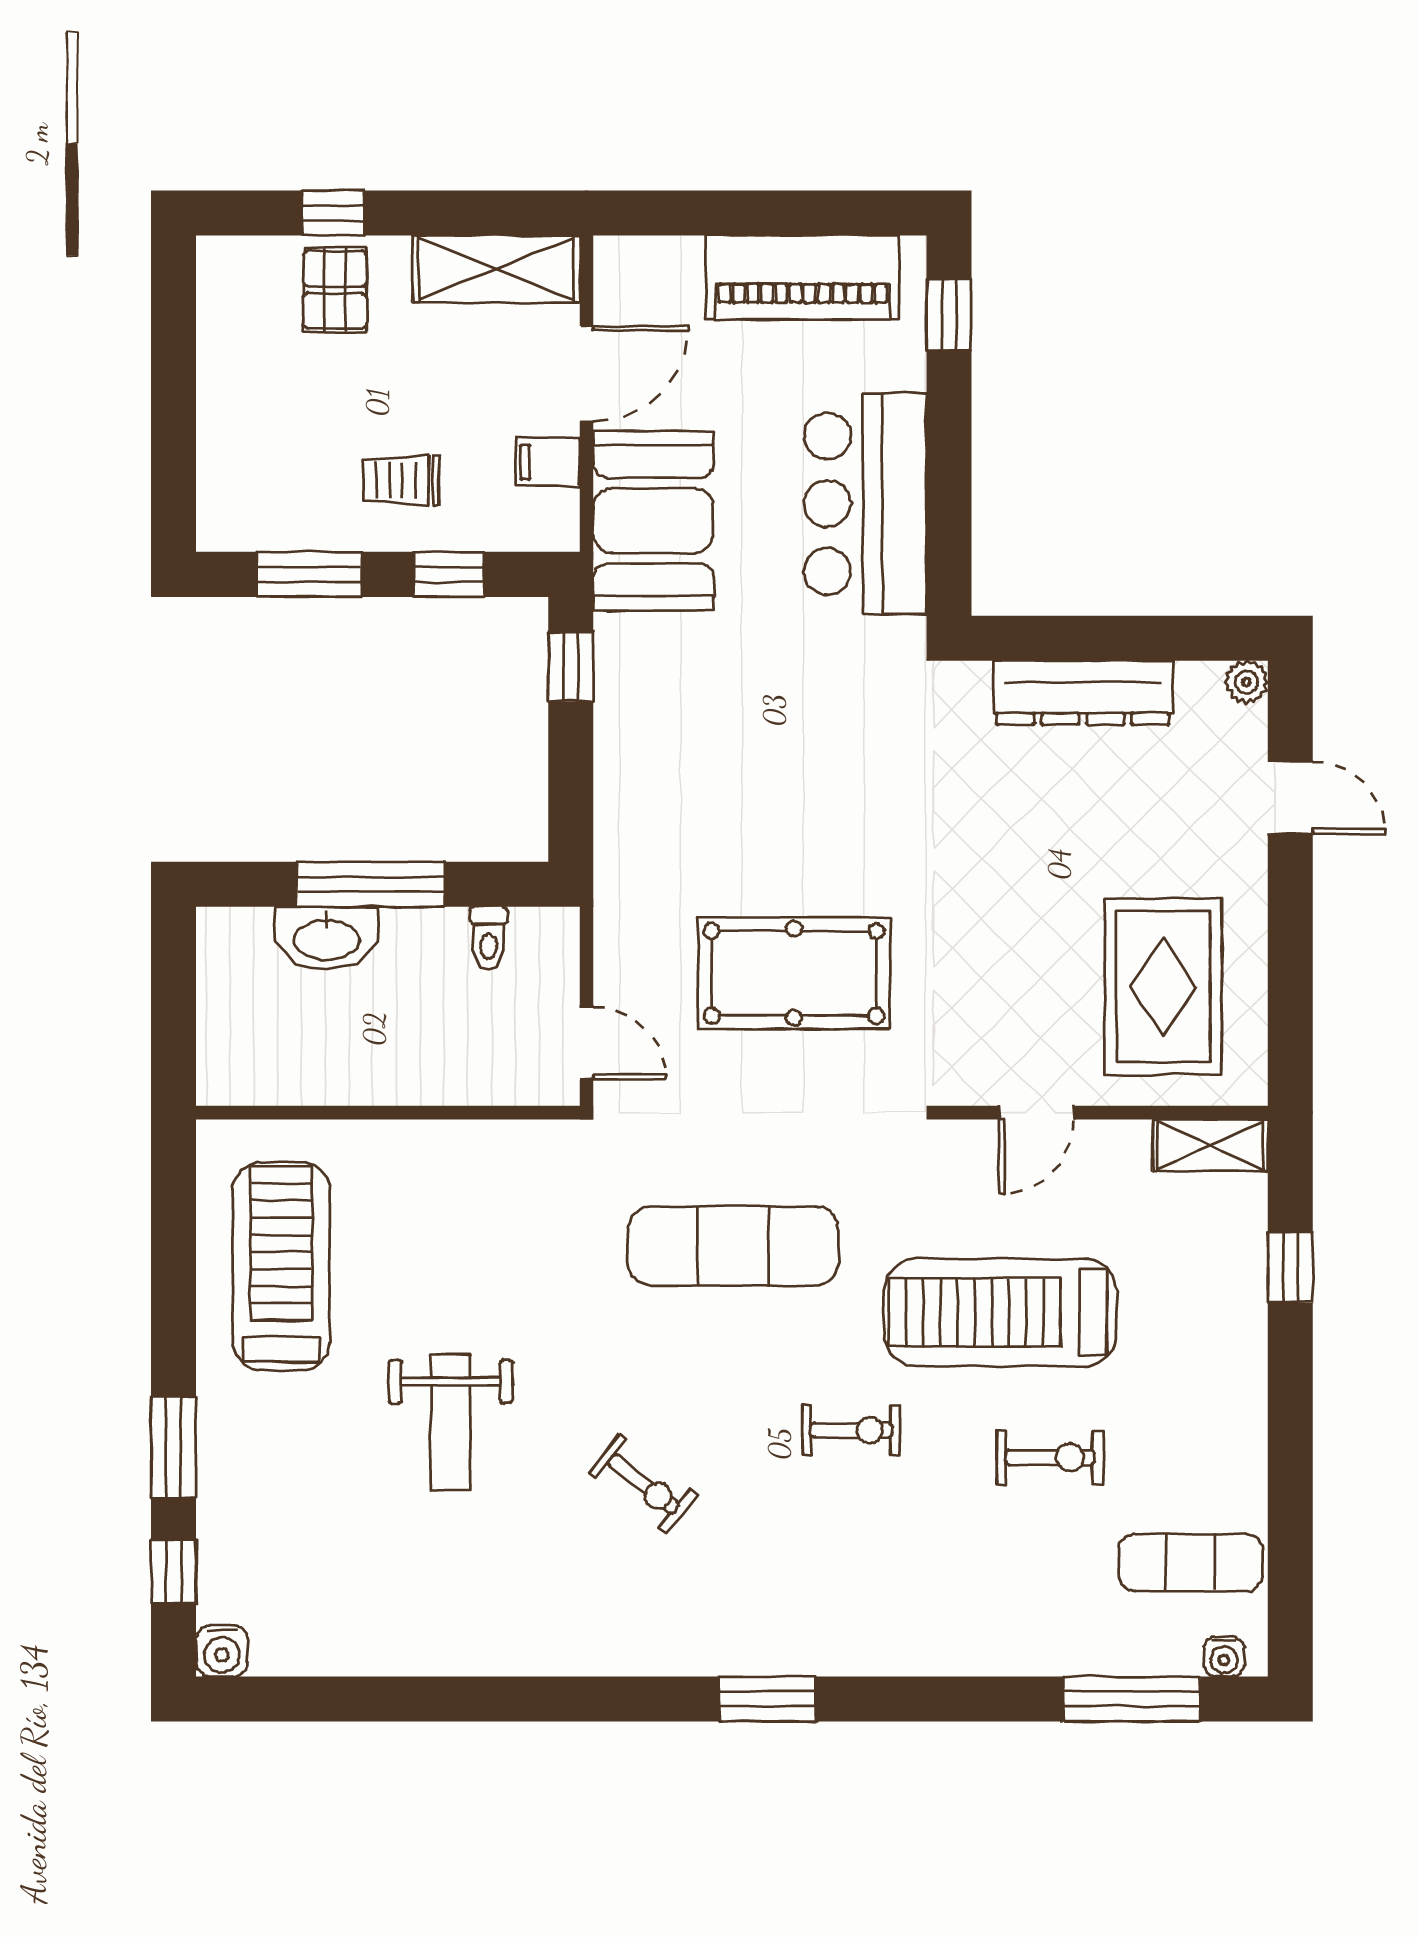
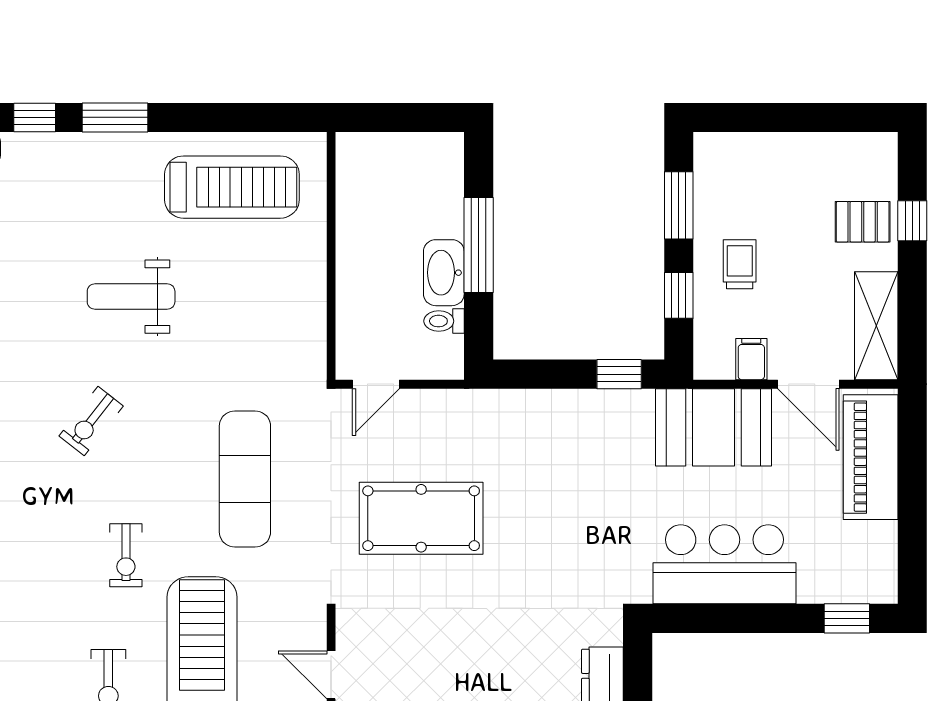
piano: (803, 277) -> (871, 457), moved
washbasin: (327, 938) -> (444, 273), moved
pool table: (794, 973) -> (421, 518), turned 90

